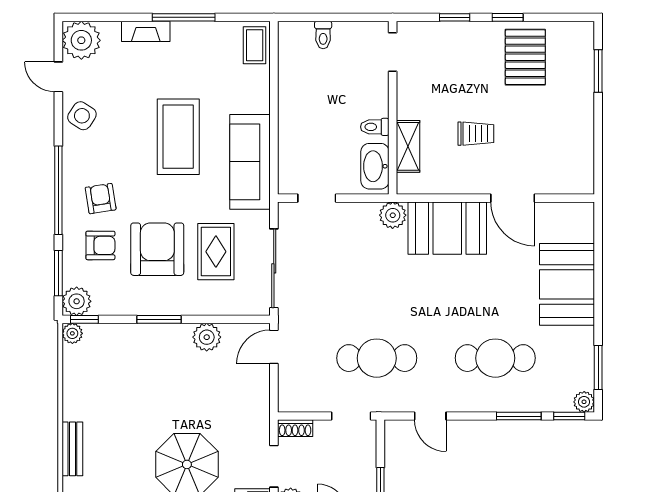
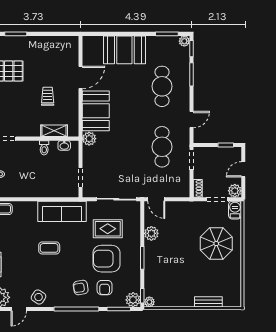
coffee table: (178, 137) -> (49, 248), width x0.54, depth x0.58
washbasin: (375, 166) -> (64, 145), width x0.52, depth x0.69
armchair: (100, 245) -> (105, 288), turned 180

